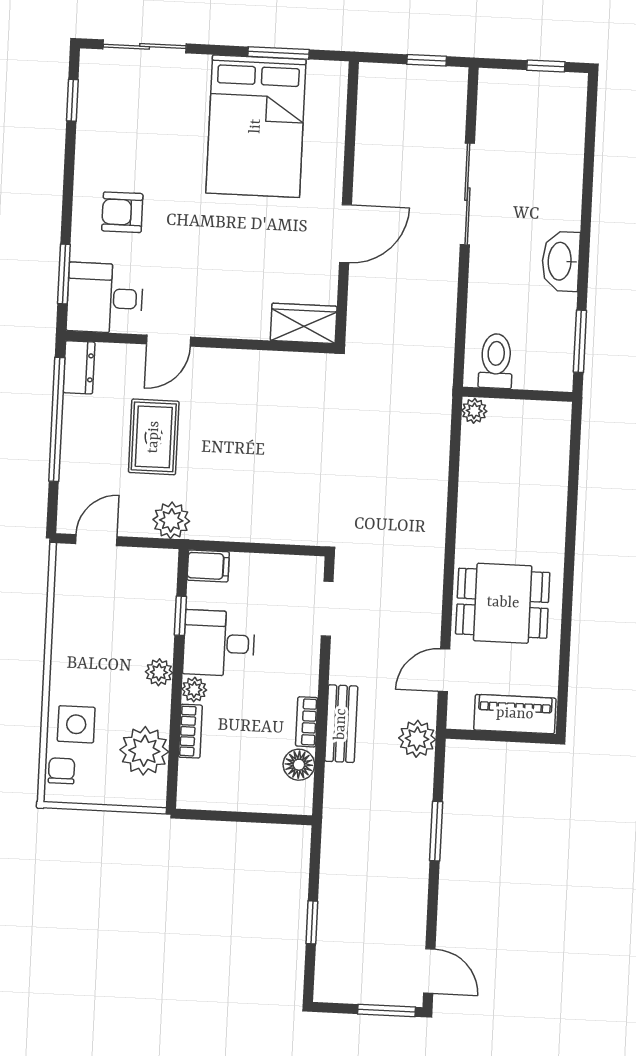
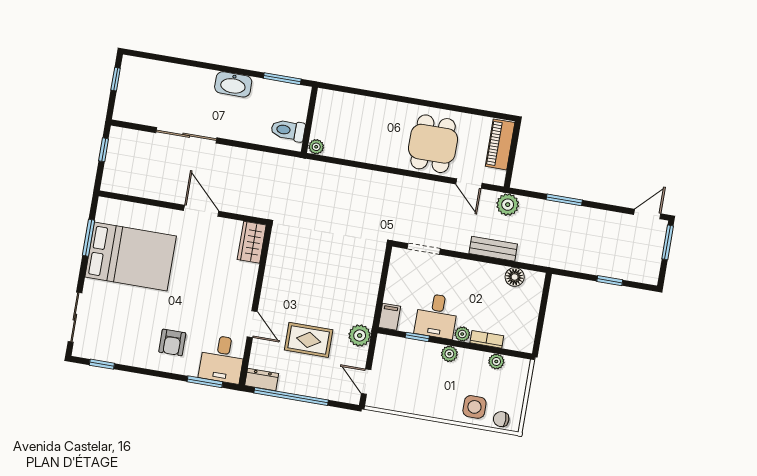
bookcase: (307, 722) -> (490, 269), removed
plant: (144, 751) -> (496, 361), width x0.53, depth x0.53

